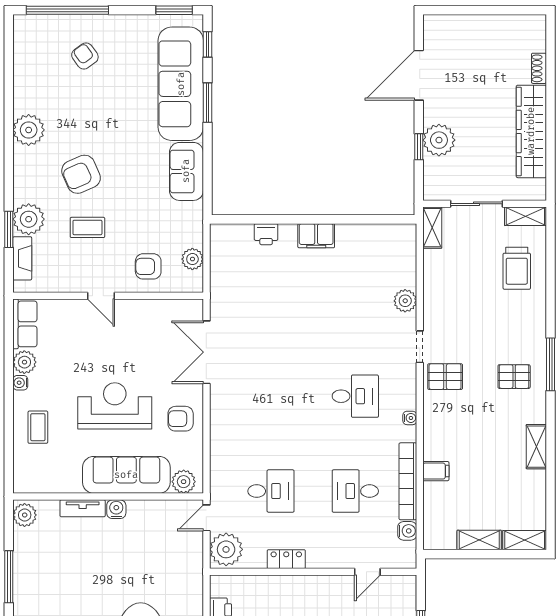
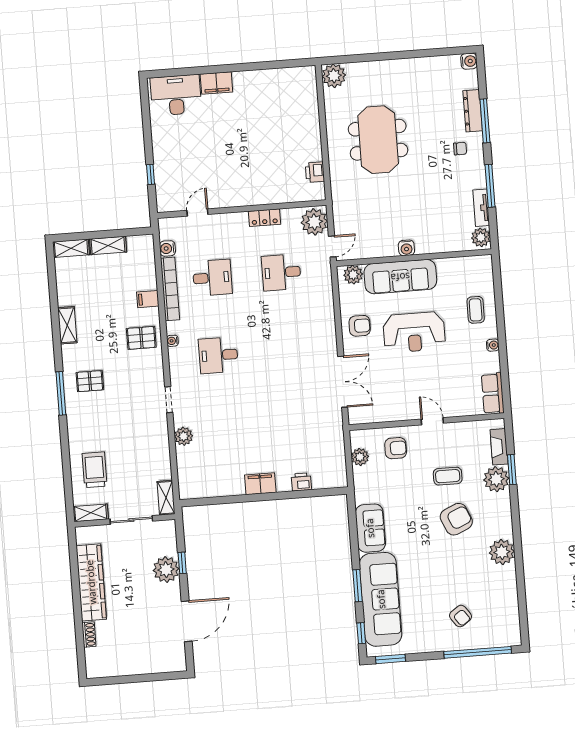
plant: (24, 362) -> (491, 362), removed
pallet: (445, 377) -> (141, 338), moved
tv unit: (83, 508) -> (481, 208), moved, turned -90

